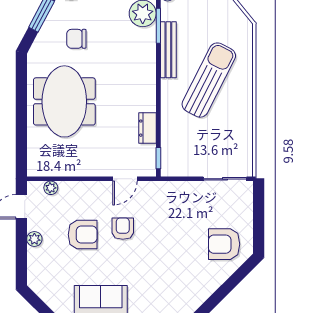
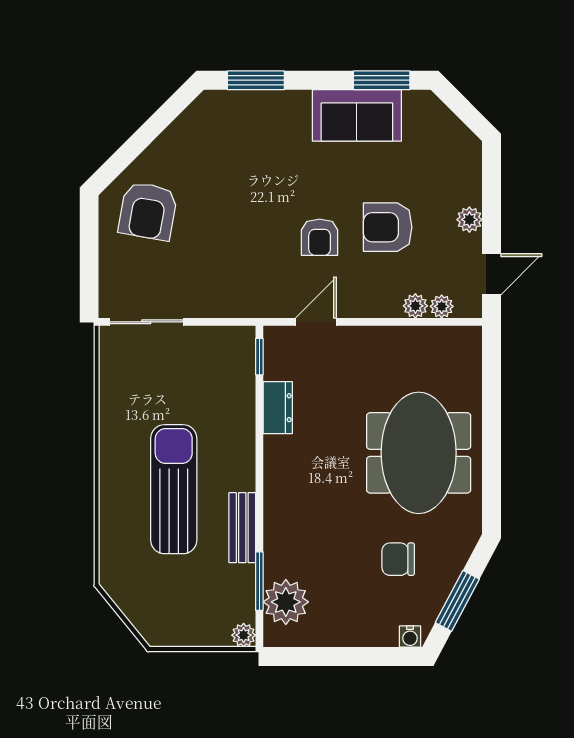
chair: (76, 39) -> (398, 559), turned 180
bench: (168, 50) -> (242, 528), width x0.73
sun lounger: (209, 80) -> (174, 489), turned 153
plant: (66, 188) -> (415, 306), added
armchair: (224, 244) -> (148, 211), turned 100

